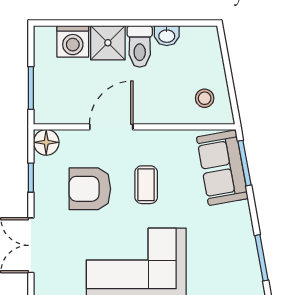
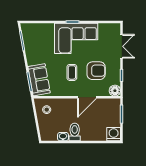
washing machine: (73, 41) -> (114, 134), moved
shower: (108, 43) -> (88, 134), removed

